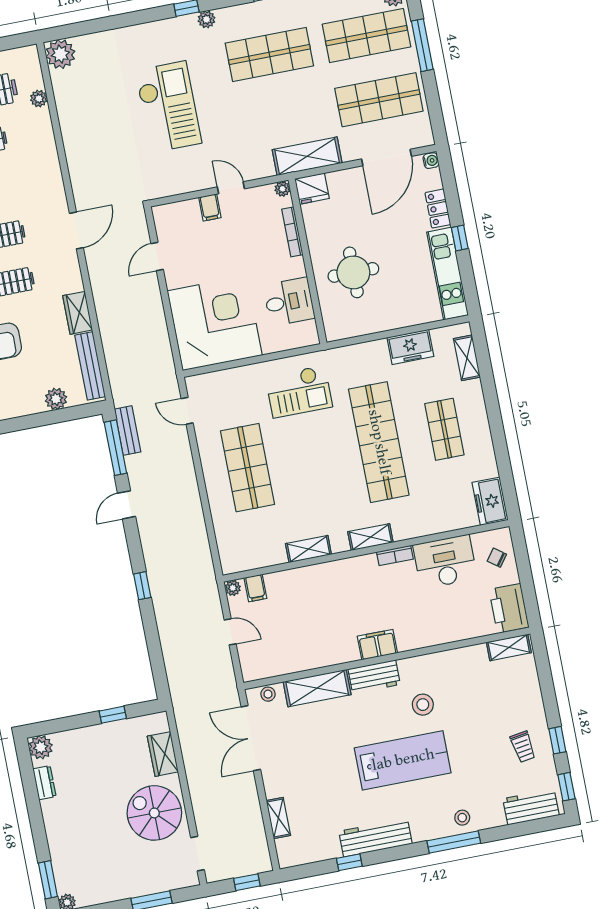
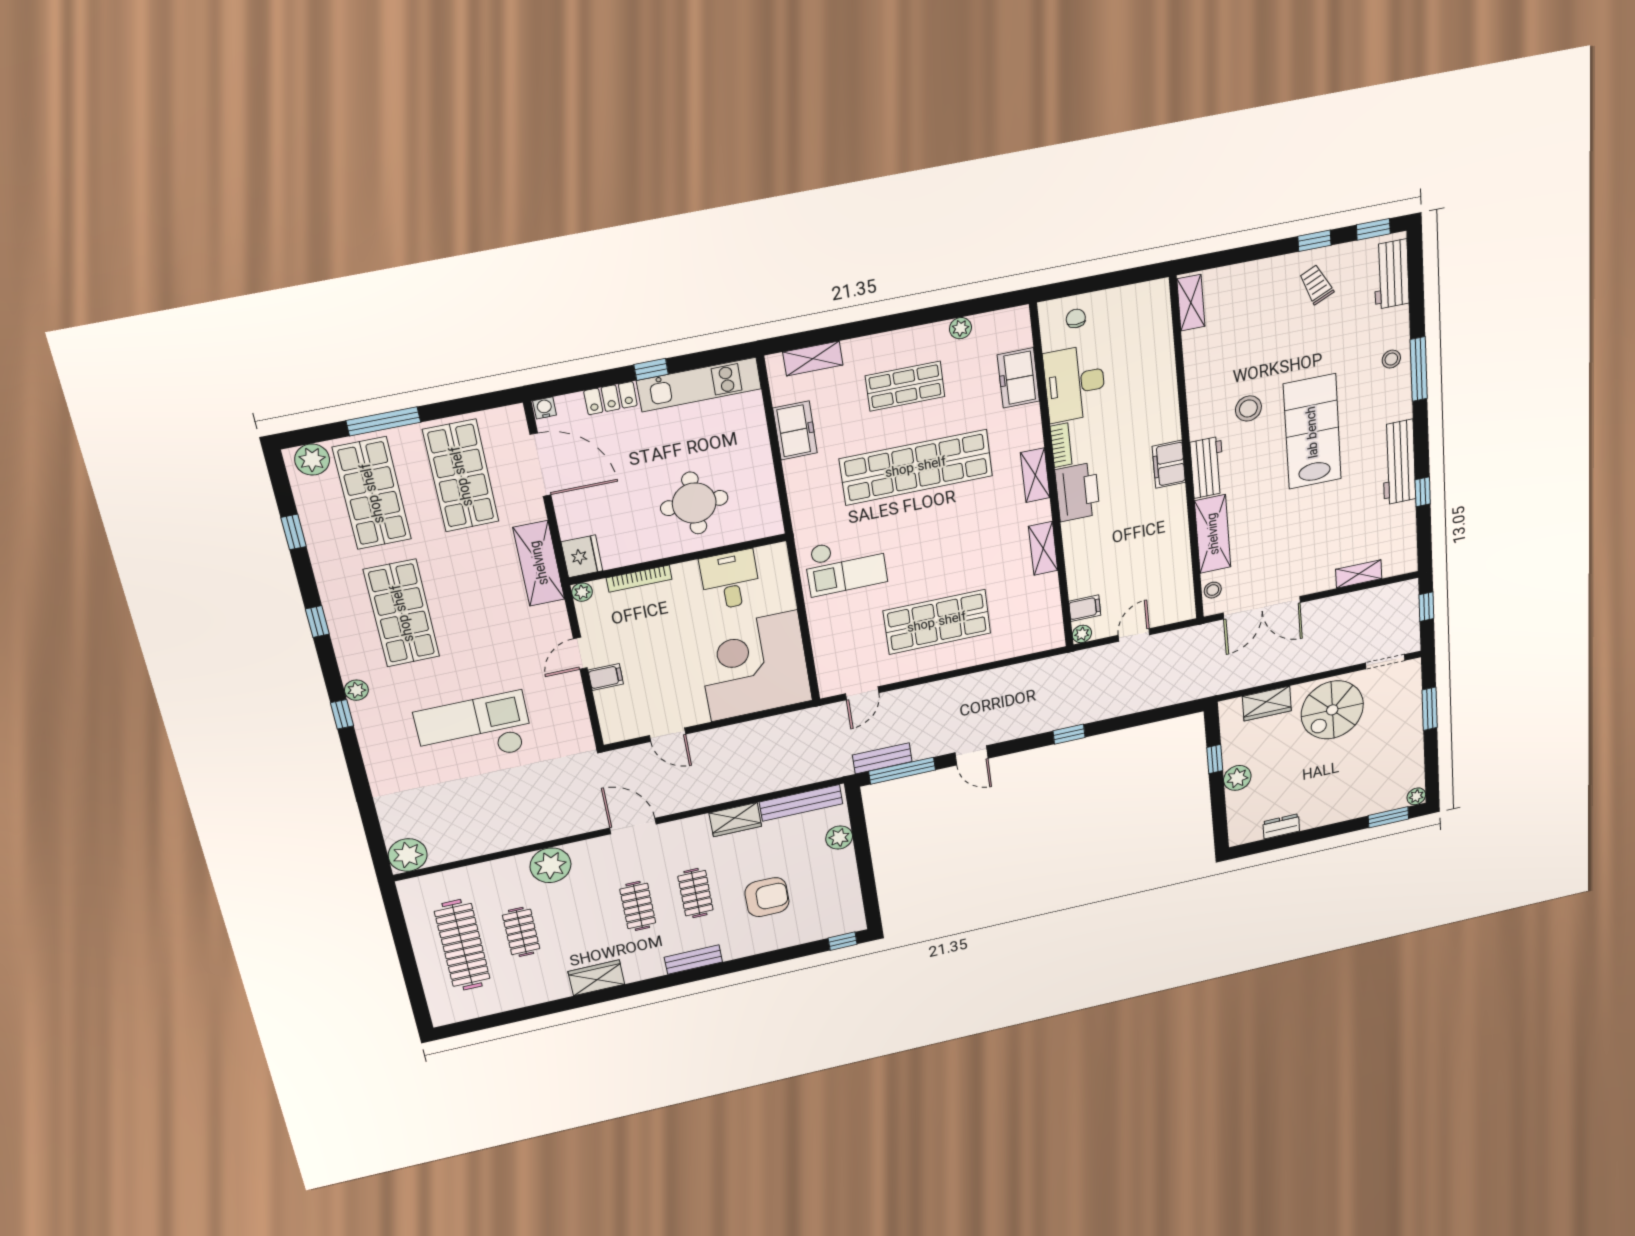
plant: (39, 99) -> (550, 865), moved, width x1.87, depth x1.87
checkout: (299, 392) -> (846, 565), turned 90
plant: (490, 469) -> (960, 328), added
freezer: (490, 501) -> (1018, 378), moved, turned 90
chair: (497, 558) -> (1076, 318), turned 144
printer: (509, 608) -> (1077, 492), moved, turned -90
plant: (41, 747) -> (1237, 778), moved
trolley: (523, 747) -> (1316, 285), turned -106

